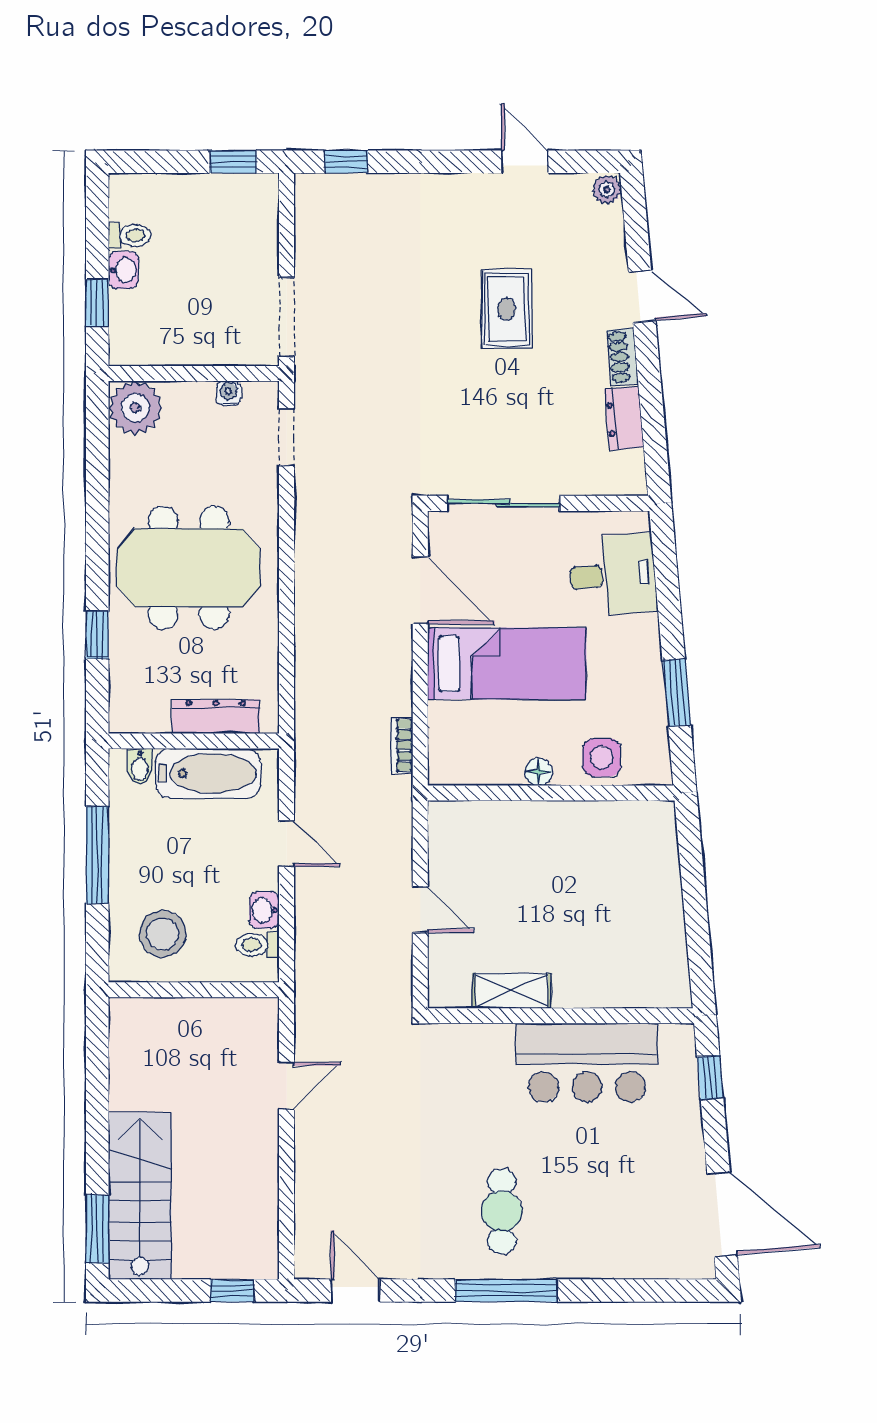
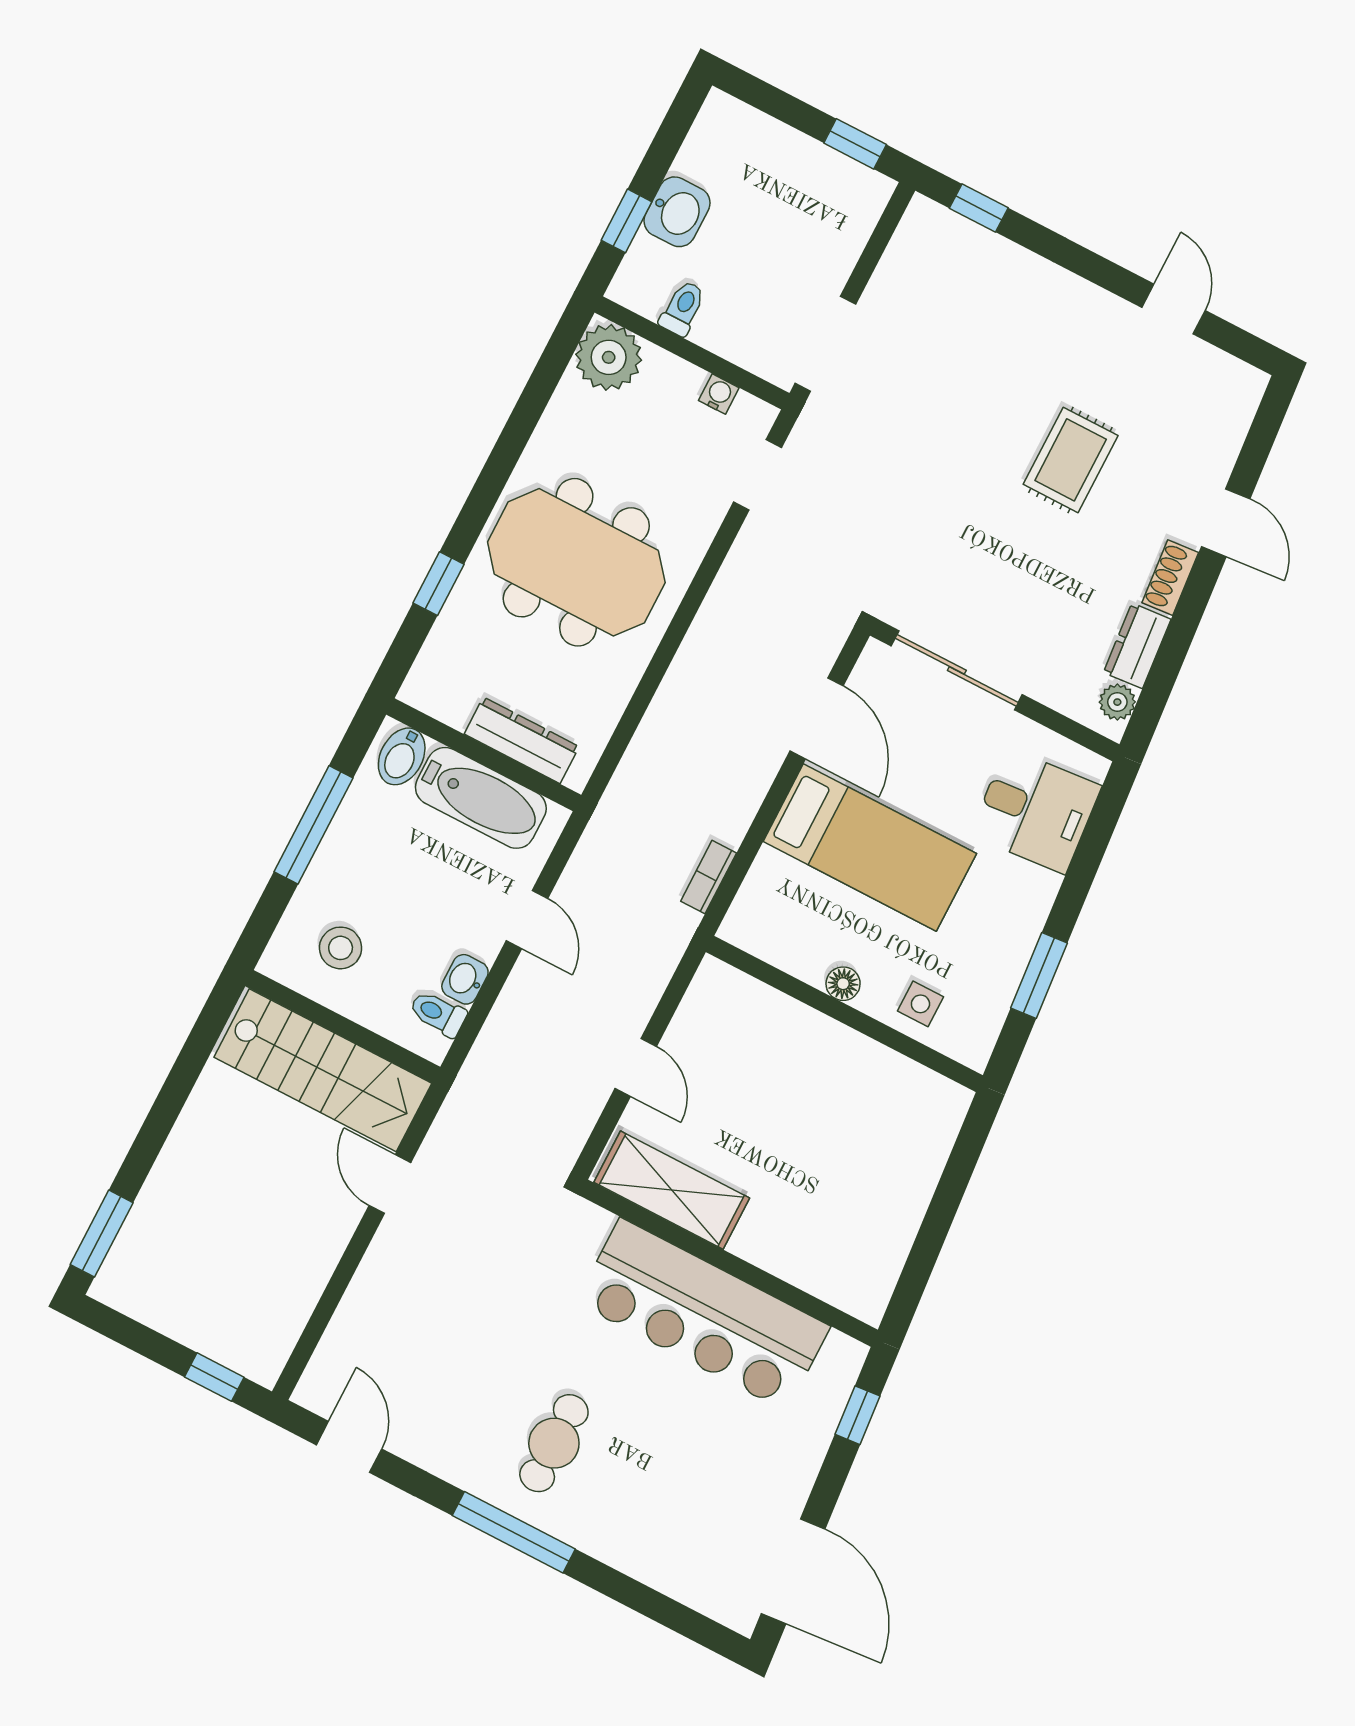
plant: (607, 189) -> (1117, 702), moved
toilet: (130, 235) -> (683, 308), moved, turned -90
washbasin: (123, 270) -> (677, 212), width x1.38, depth x1.45
side table: (602, 757) -> (920, 1004), width x0.73, depth x0.73
bidet: (140, 766) -> (402, 756), width x1.38, depth x1.36
stool: (163, 934) -> (341, 948), width x0.73, depth x0.73
shelving: (512, 991) -> (672, 1190), width x1.50, depth x1.33
bar counter: (587, 1063) -> (703, 1314), width x1.36
door: (287, 1086) -> (390, 1184), swing flipped
stairs: (140, 1196) -> (323, 1070), moved, turned 90

